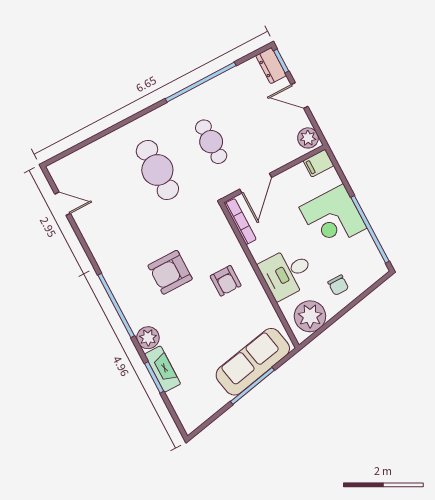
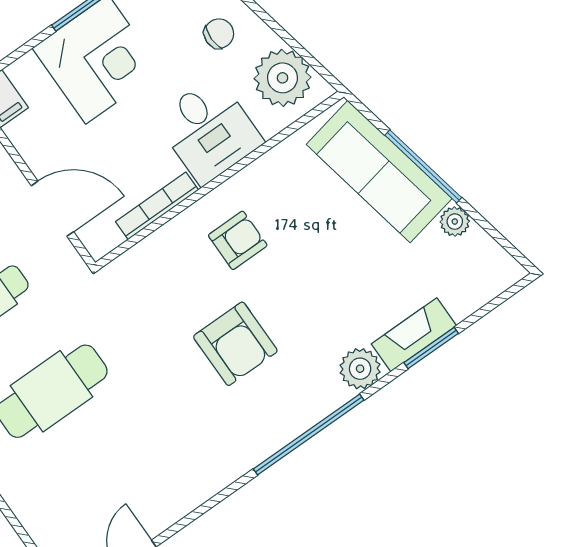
bookcase: (240, 222) -> (157, 206), moved
plant: (221, 399) -> (455, 222), added

